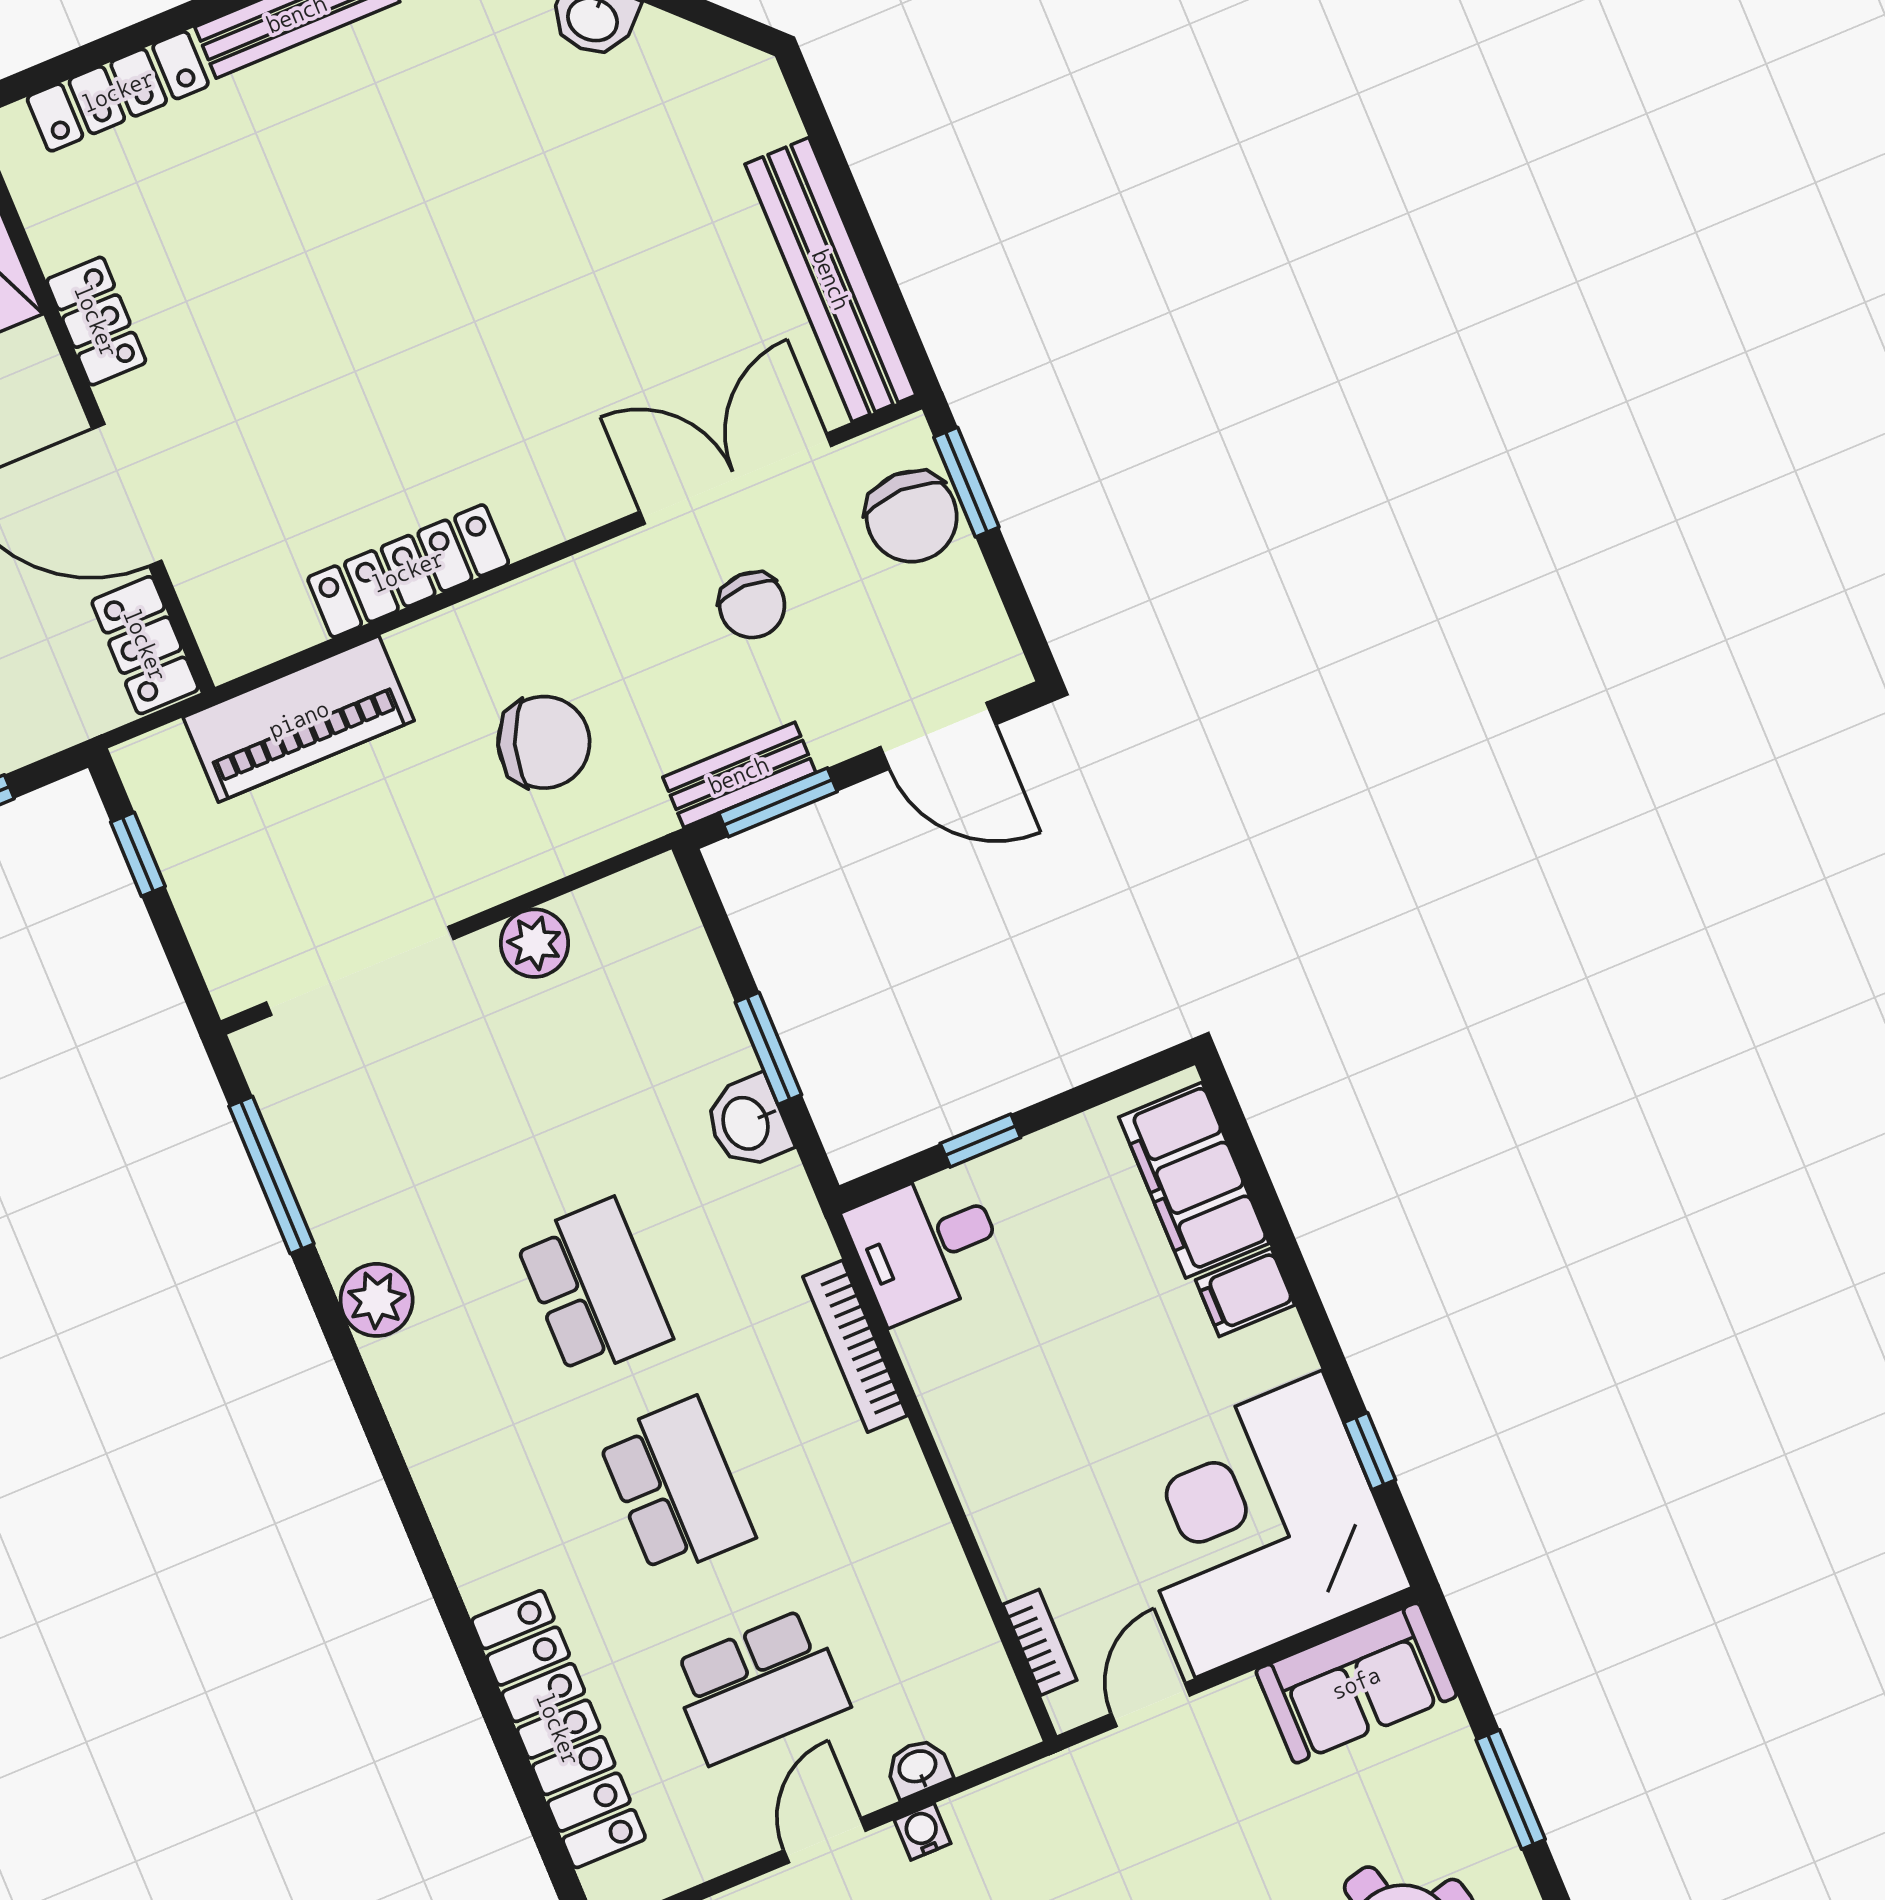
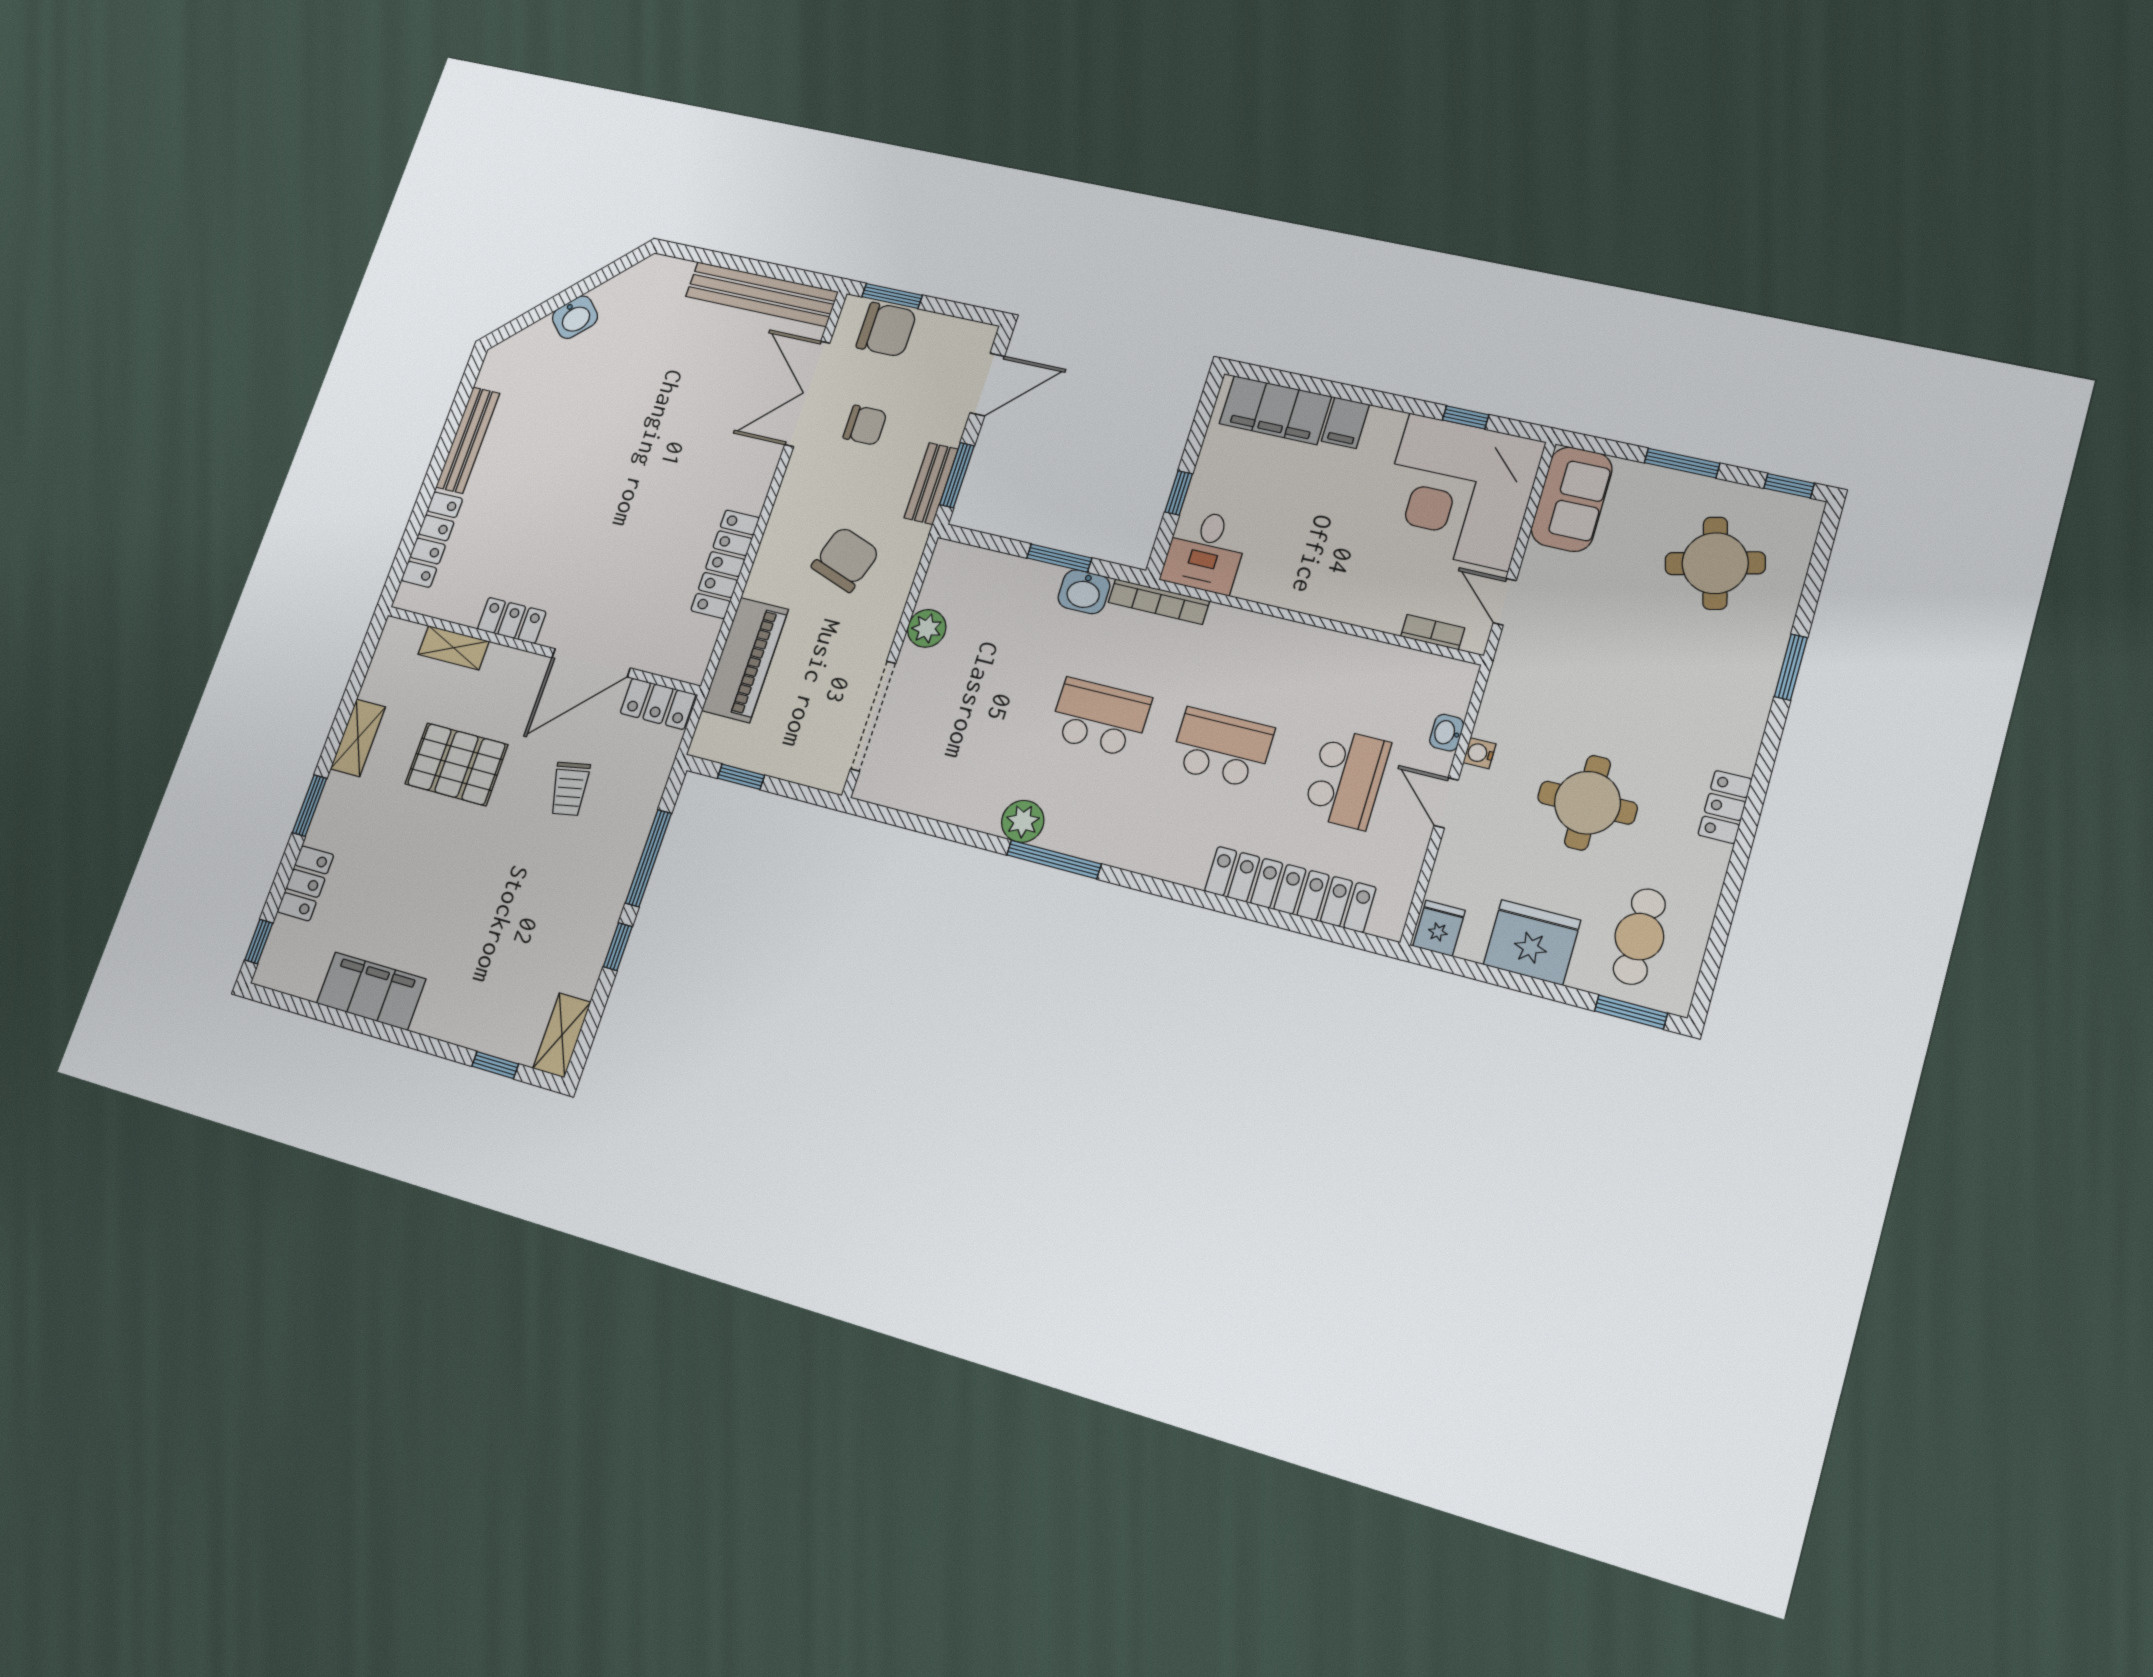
window: (271, 1175) -> (1054, 860), moved
bookcase: (855, 1346) -> (1159, 602), moved

